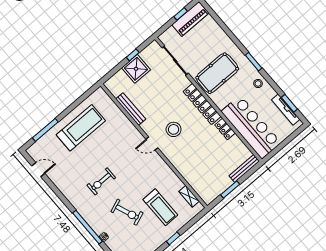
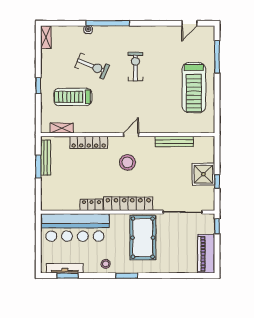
window: (181, 14) -> (217, 226), moved
bench: (244, 168) -> (46, 158), moved
locker: (183, 169) -> (89, 142), added
exercise bike: (127, 212) -> (92, 66), turned -136

